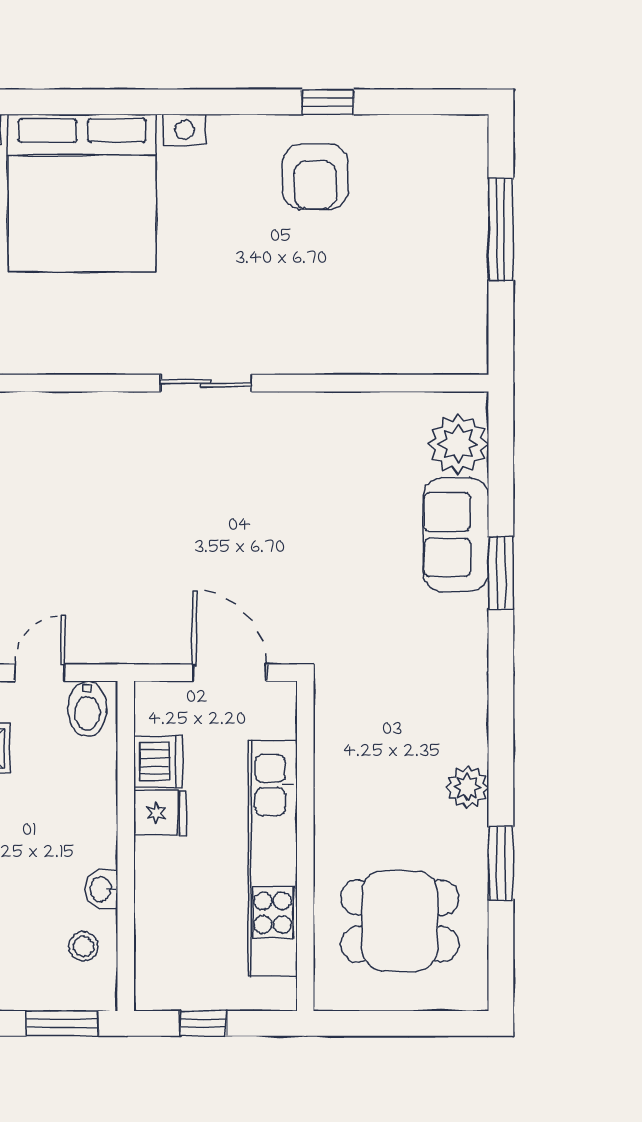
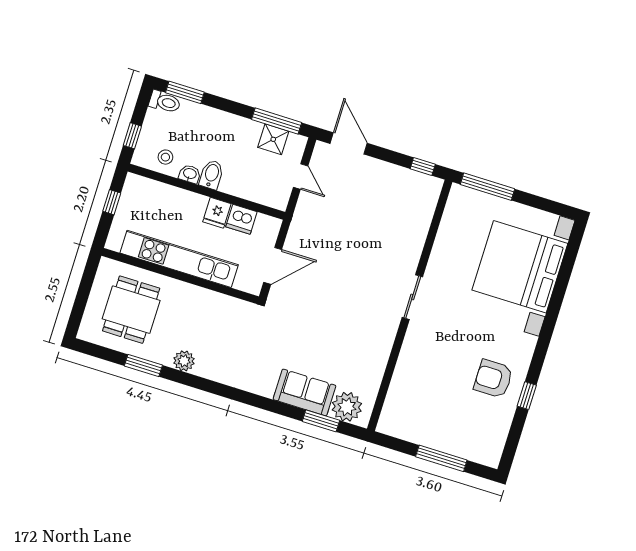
window: (501, 573) -> (321, 421), moved
bidet: (87, 709) -> (211, 175), moved, turned 90
window: (62, 1023) -> (132, 136), width x0.67

